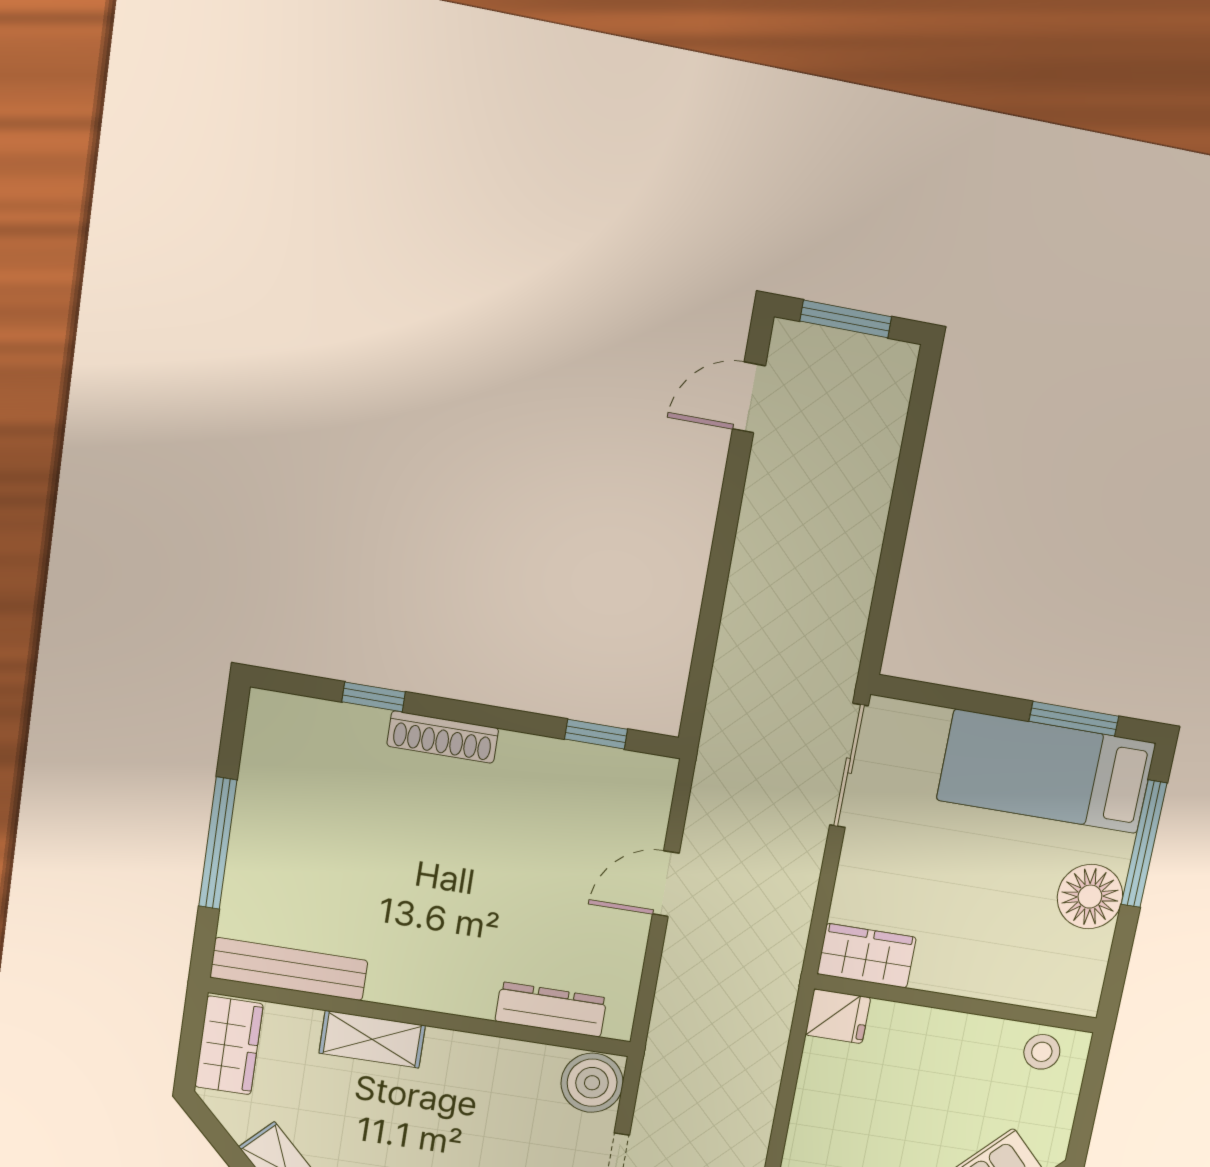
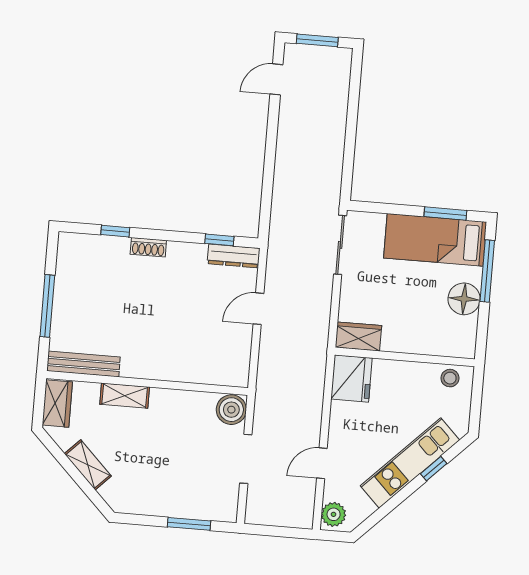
shoe rack: (443, 737) -> (148, 247), width x0.70
dresser: (551, 1010) -> (234, 256), moved, turned 180
fridge: (838, 1016) -> (352, 378), width x1.88, depth x1.34

